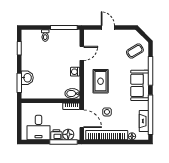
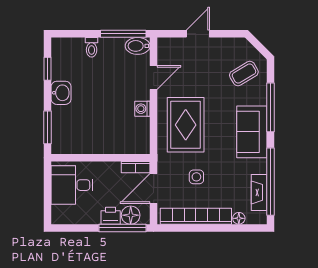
door: (108, 28) -> (198, 34), hinge flipped
washbasin: (27, 78) -> (61, 93), moved
rug: (101, 81) -> (186, 125), width x1.36, depth x1.43
bidet: (72, 94) -> (138, 46), moved
door: (82, 119) -> (154, 189), swing flipped
desk: (39, 128) -> (72, 185), moved, turned 90

